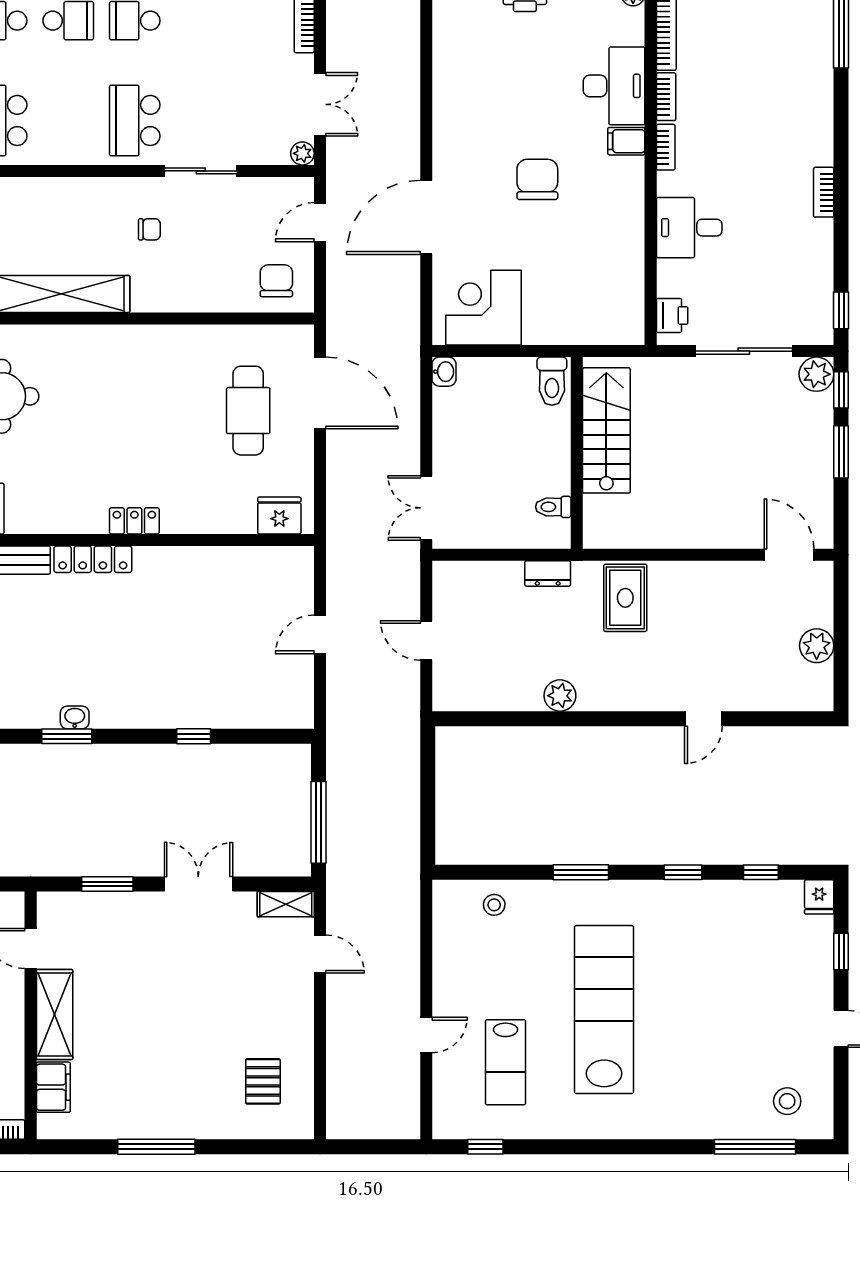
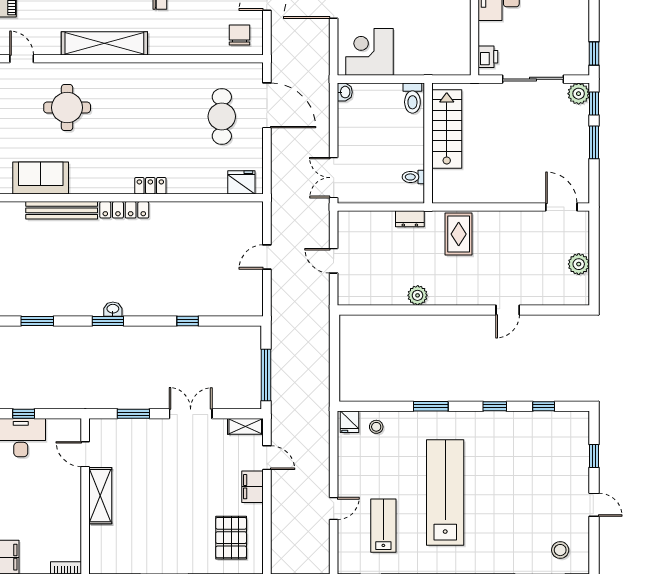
fridge: (819, 897) -> (350, 422), moved
lab bench: (505, 1062) -> (383, 526), turned 180
pallet: (263, 1081) -> (231, 538), width x1.50, depth x1.42
filing cabinet: (53, 1087) -> (253, 487), moved, turned 180

